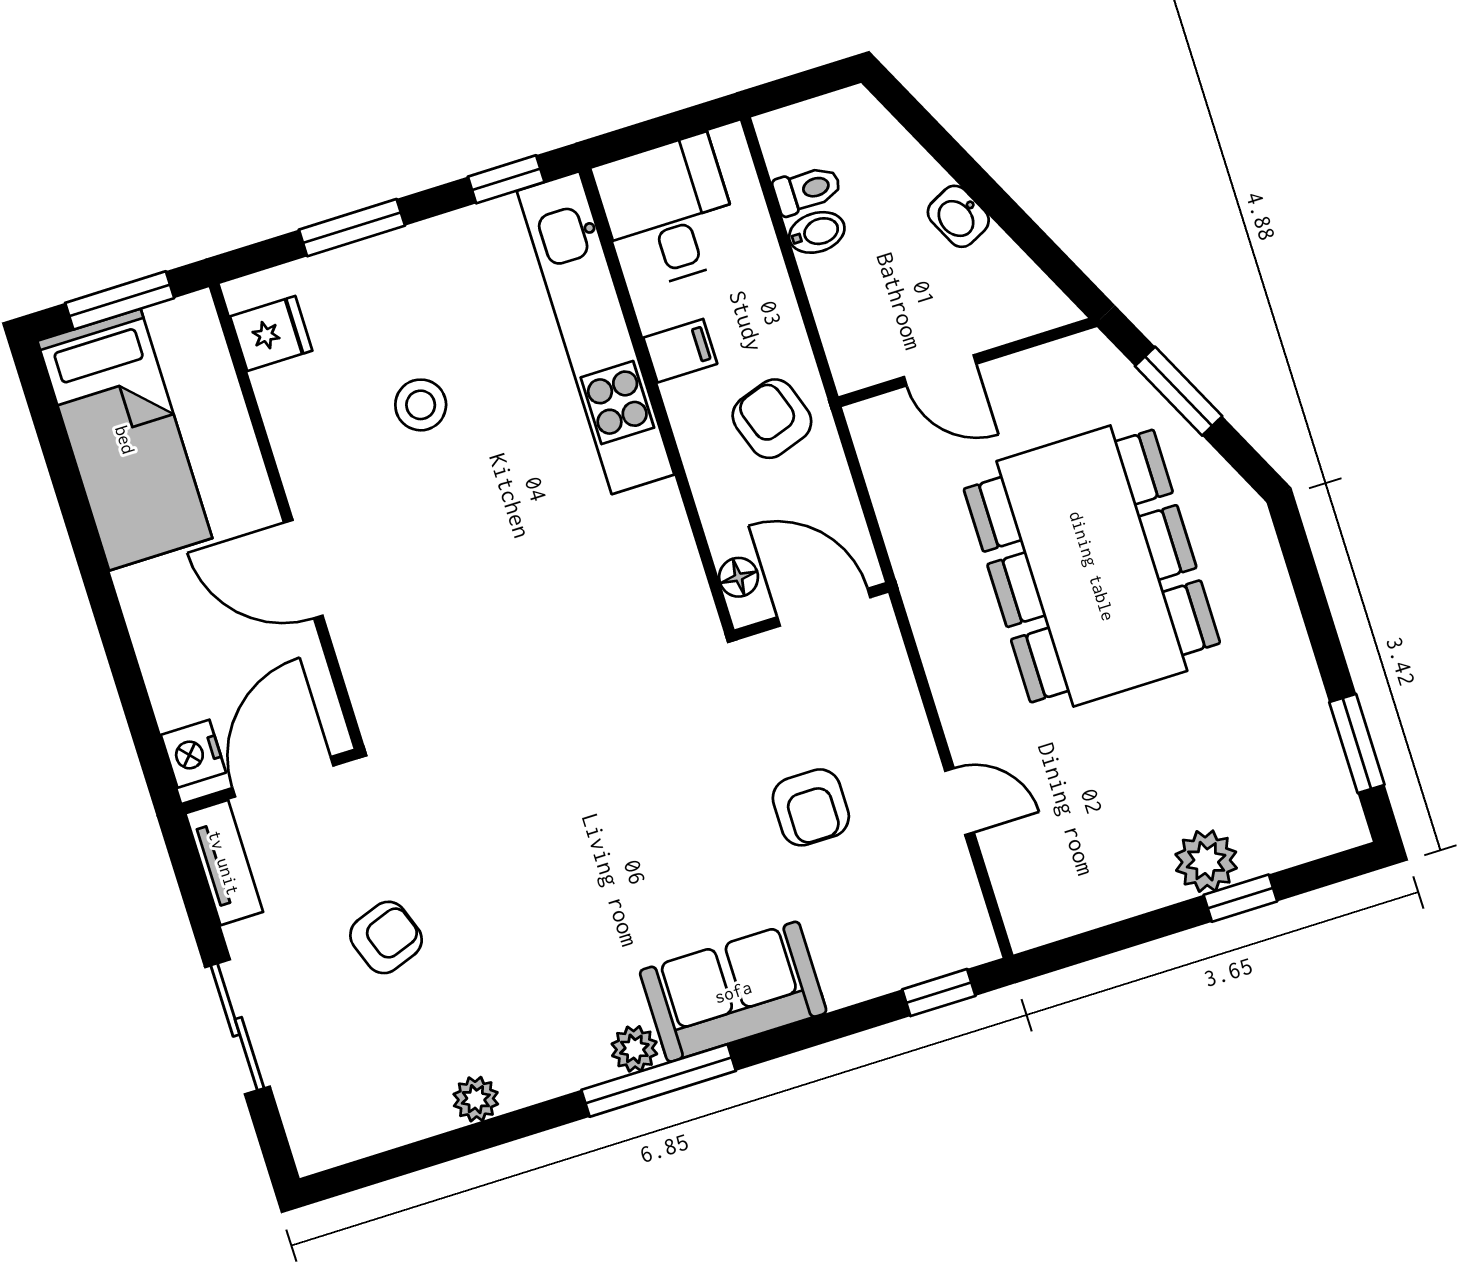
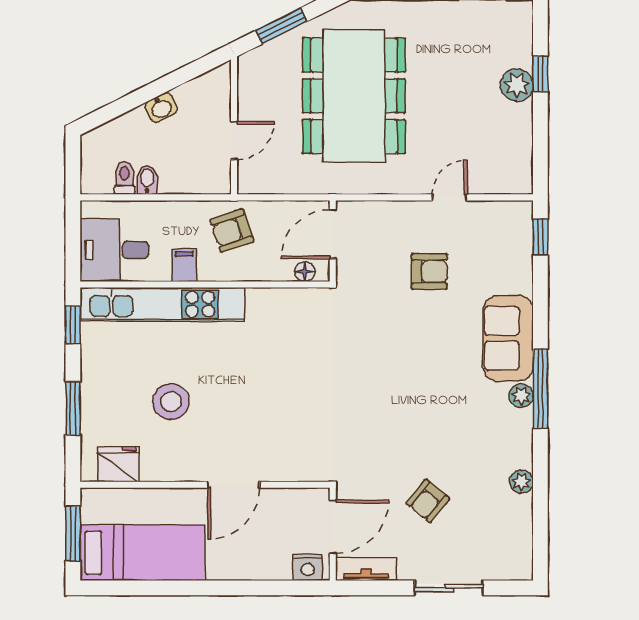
fridge: (271, 333) -> (118, 464), width x1.38
stool: (421, 405) -> (171, 402), width x1.38, depth x1.38
dining table: (1092, 566) -> (354, 96), turned 90
door: (283, 777) -> (333, 527), swing flipped
armchair: (386, 937) -> (428, 501), turned -121

